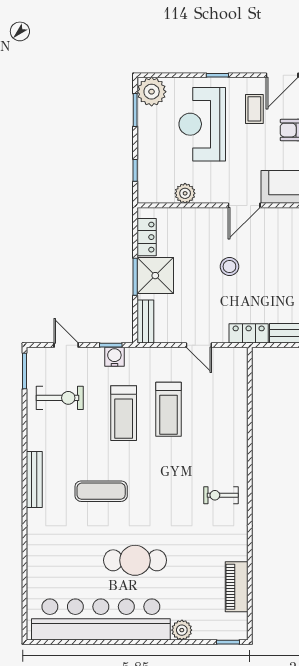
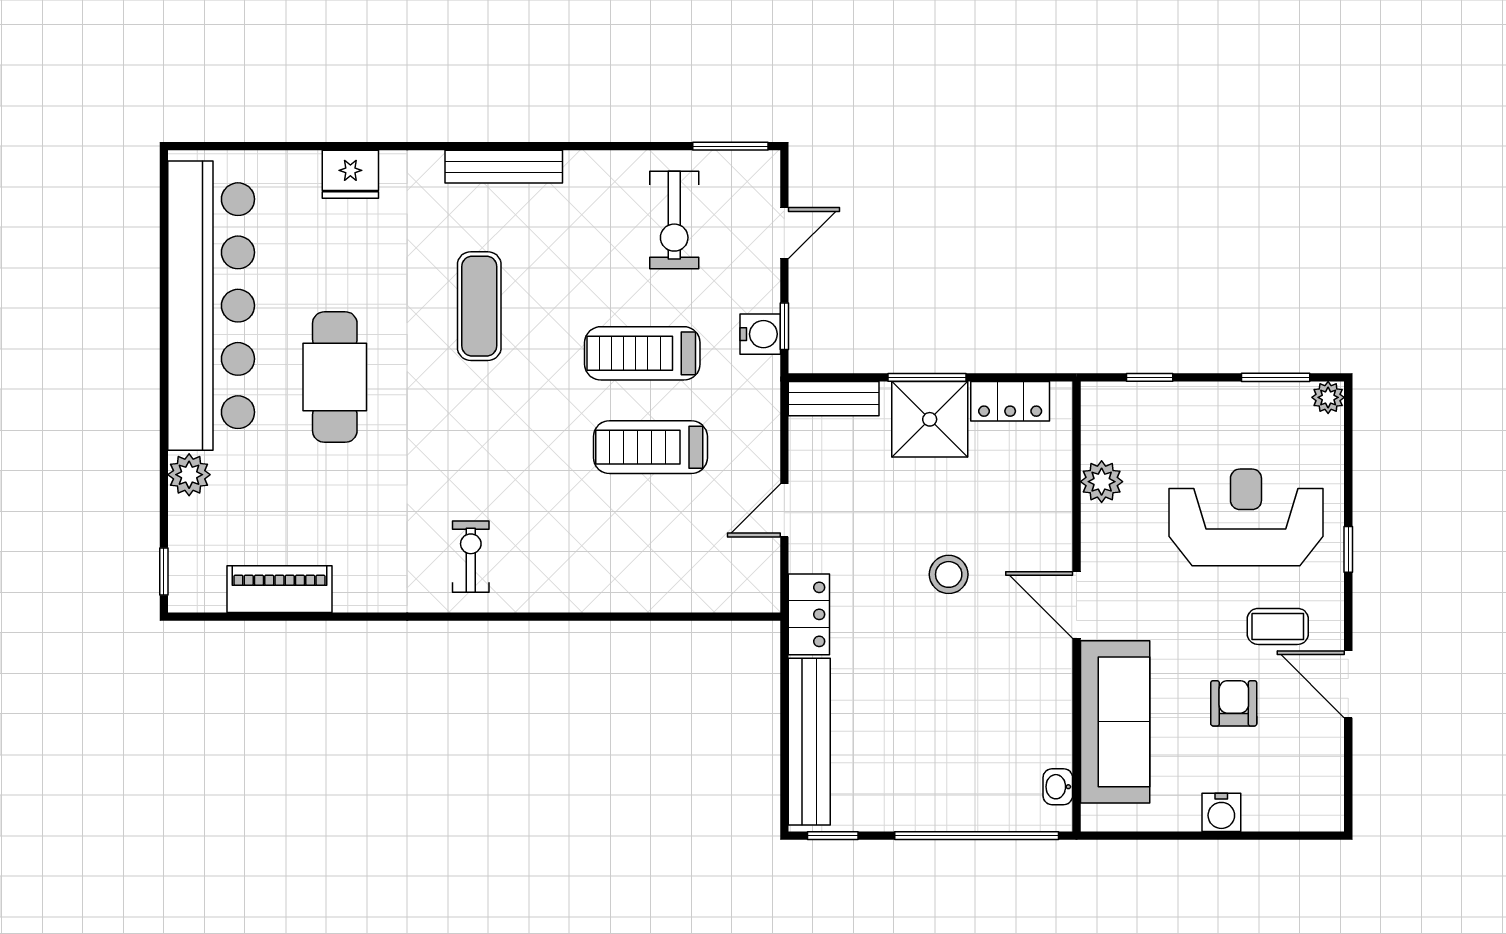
plant: (152, 92) -> (1328, 397), width x0.53, depth x0.53
fridge: (38, 553) -> (350, 174), added

